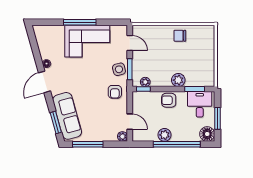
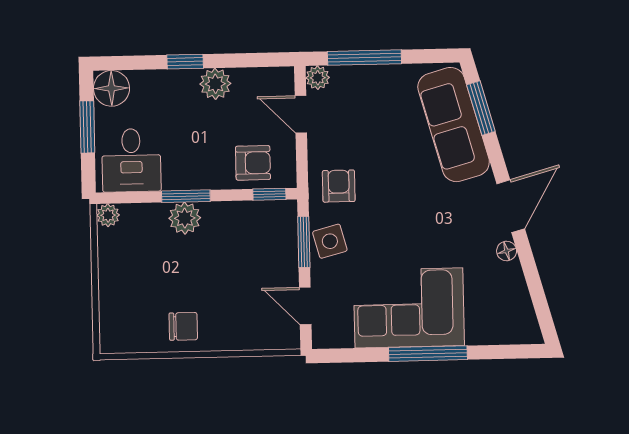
plant: (145, 82) -> (108, 215), moved
window: (195, 89) -> (186, 196), moved
armchair: (169, 100) -> (253, 163), moved
window: (88, 144) -> (364, 58), moved
window: (177, 144) -> (185, 62), width x0.32

